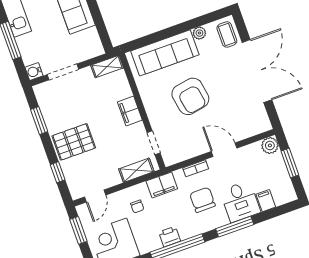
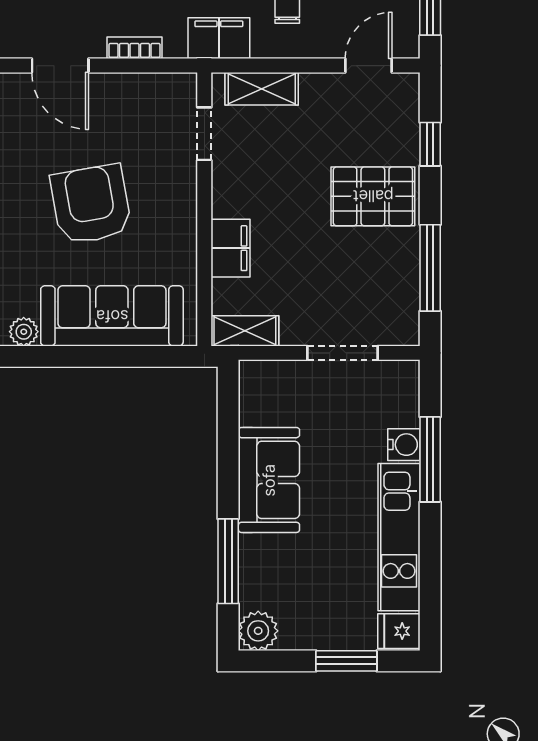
water cooler: (34, 72) -> (404, 445), moved
filing cabinet: (130, 111) -> (230, 248), moved
window: (39, 121) -> (430, 268), width x1.44

